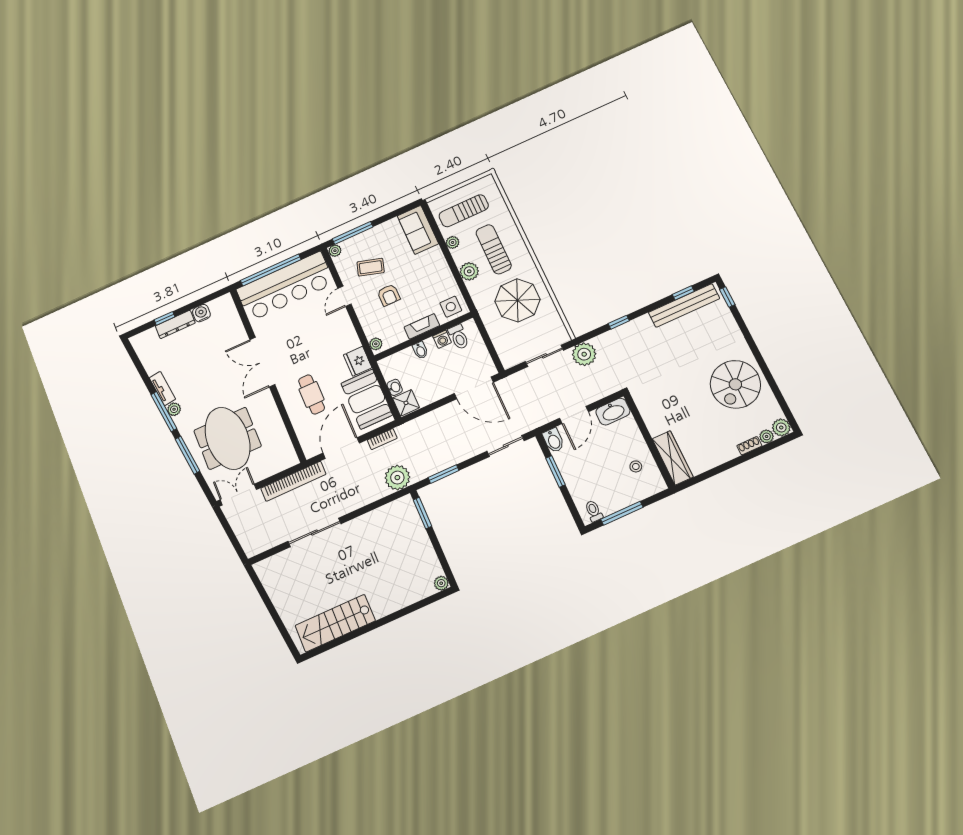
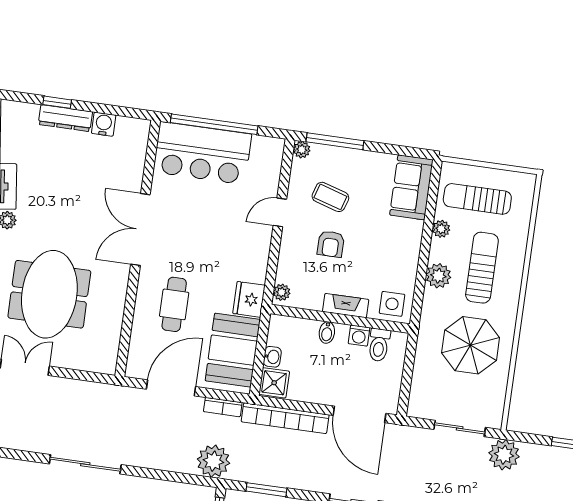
bar counter: (285, 286) -> (202, 153), width x0.73
bookcase: (293, 481) -> (285, 418), moved

